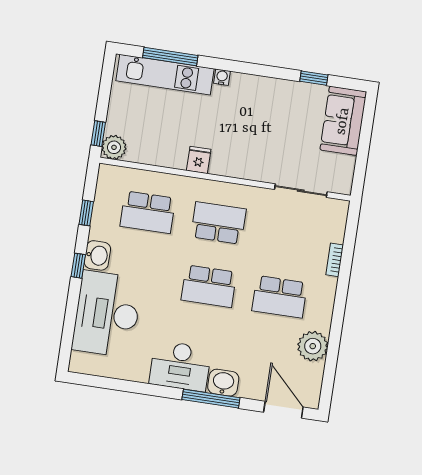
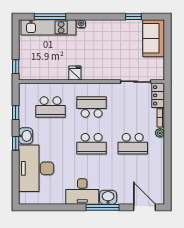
plant: (114, 147) -> (26, 73), removed
locker: (336, 220) -> (158, 95), added
plant: (313, 346) -> (160, 133), moved, width x0.53, depth x0.53

